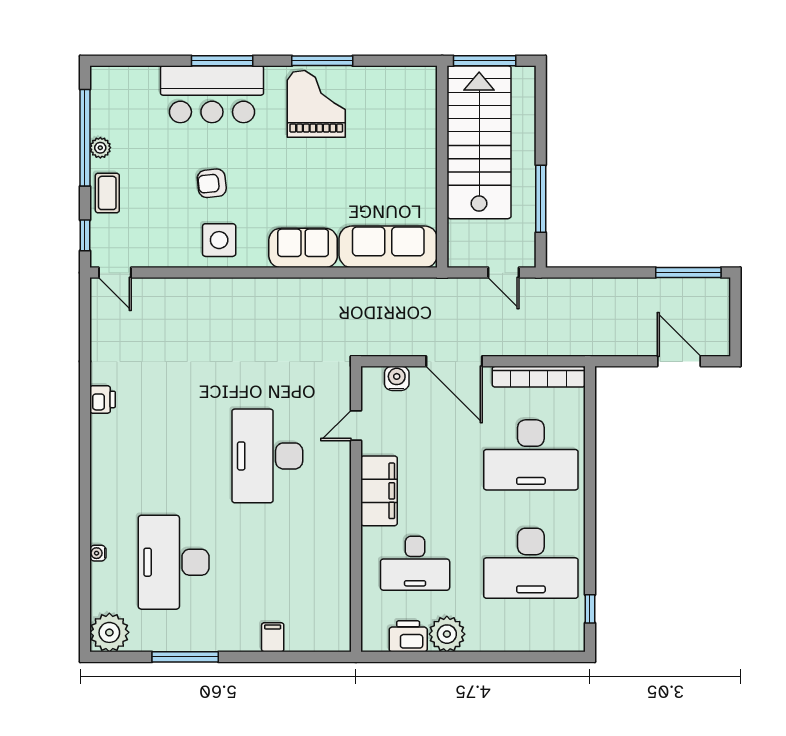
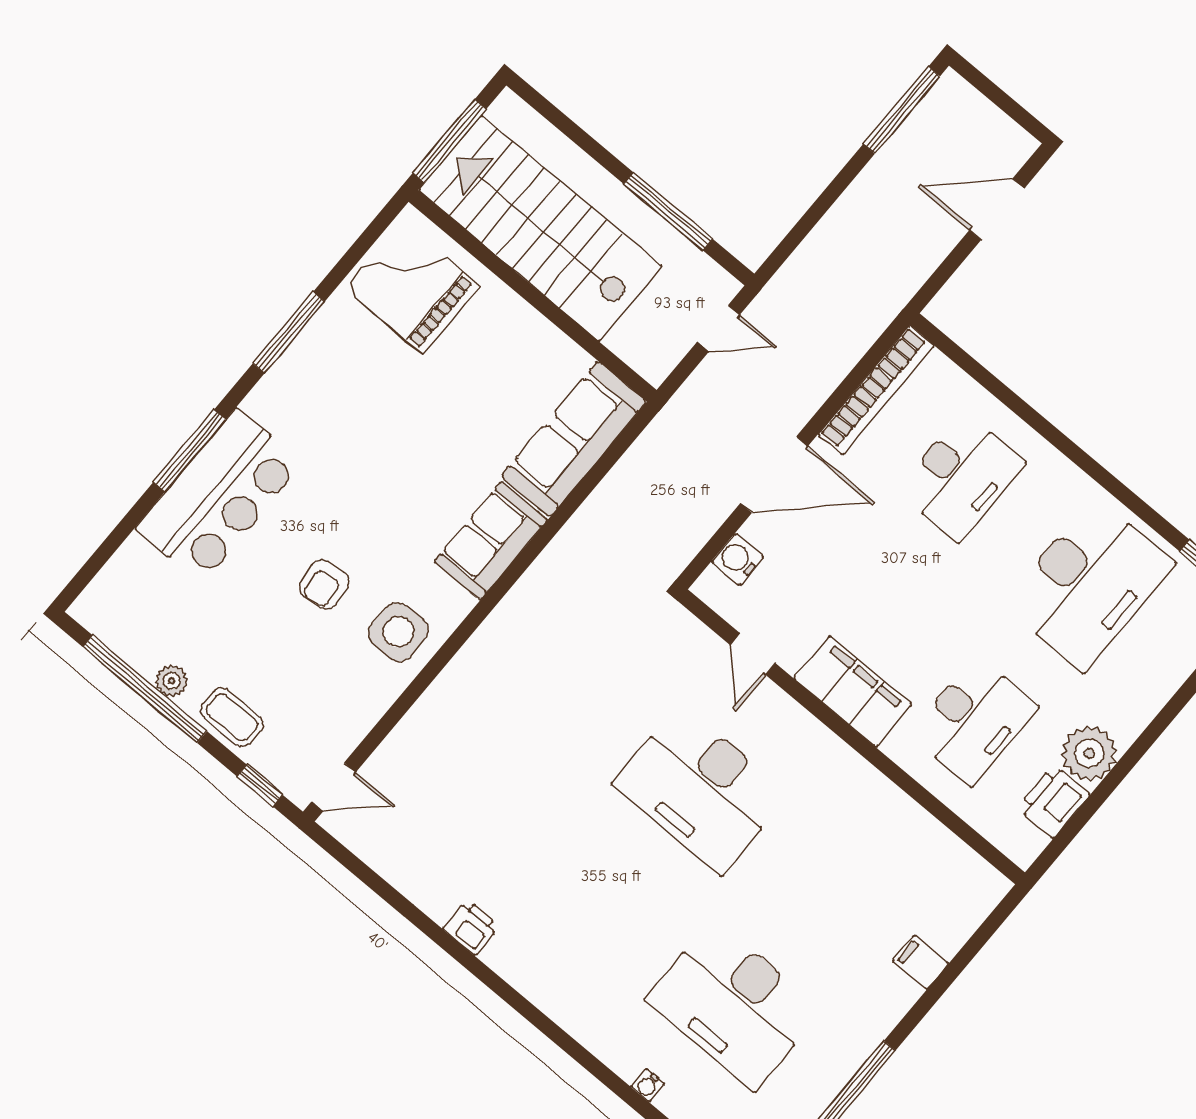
grand piano: (316, 104) -> (412, 287), moved
desk: (531, 455) -> (961, 477), width x0.73, depth x0.77

